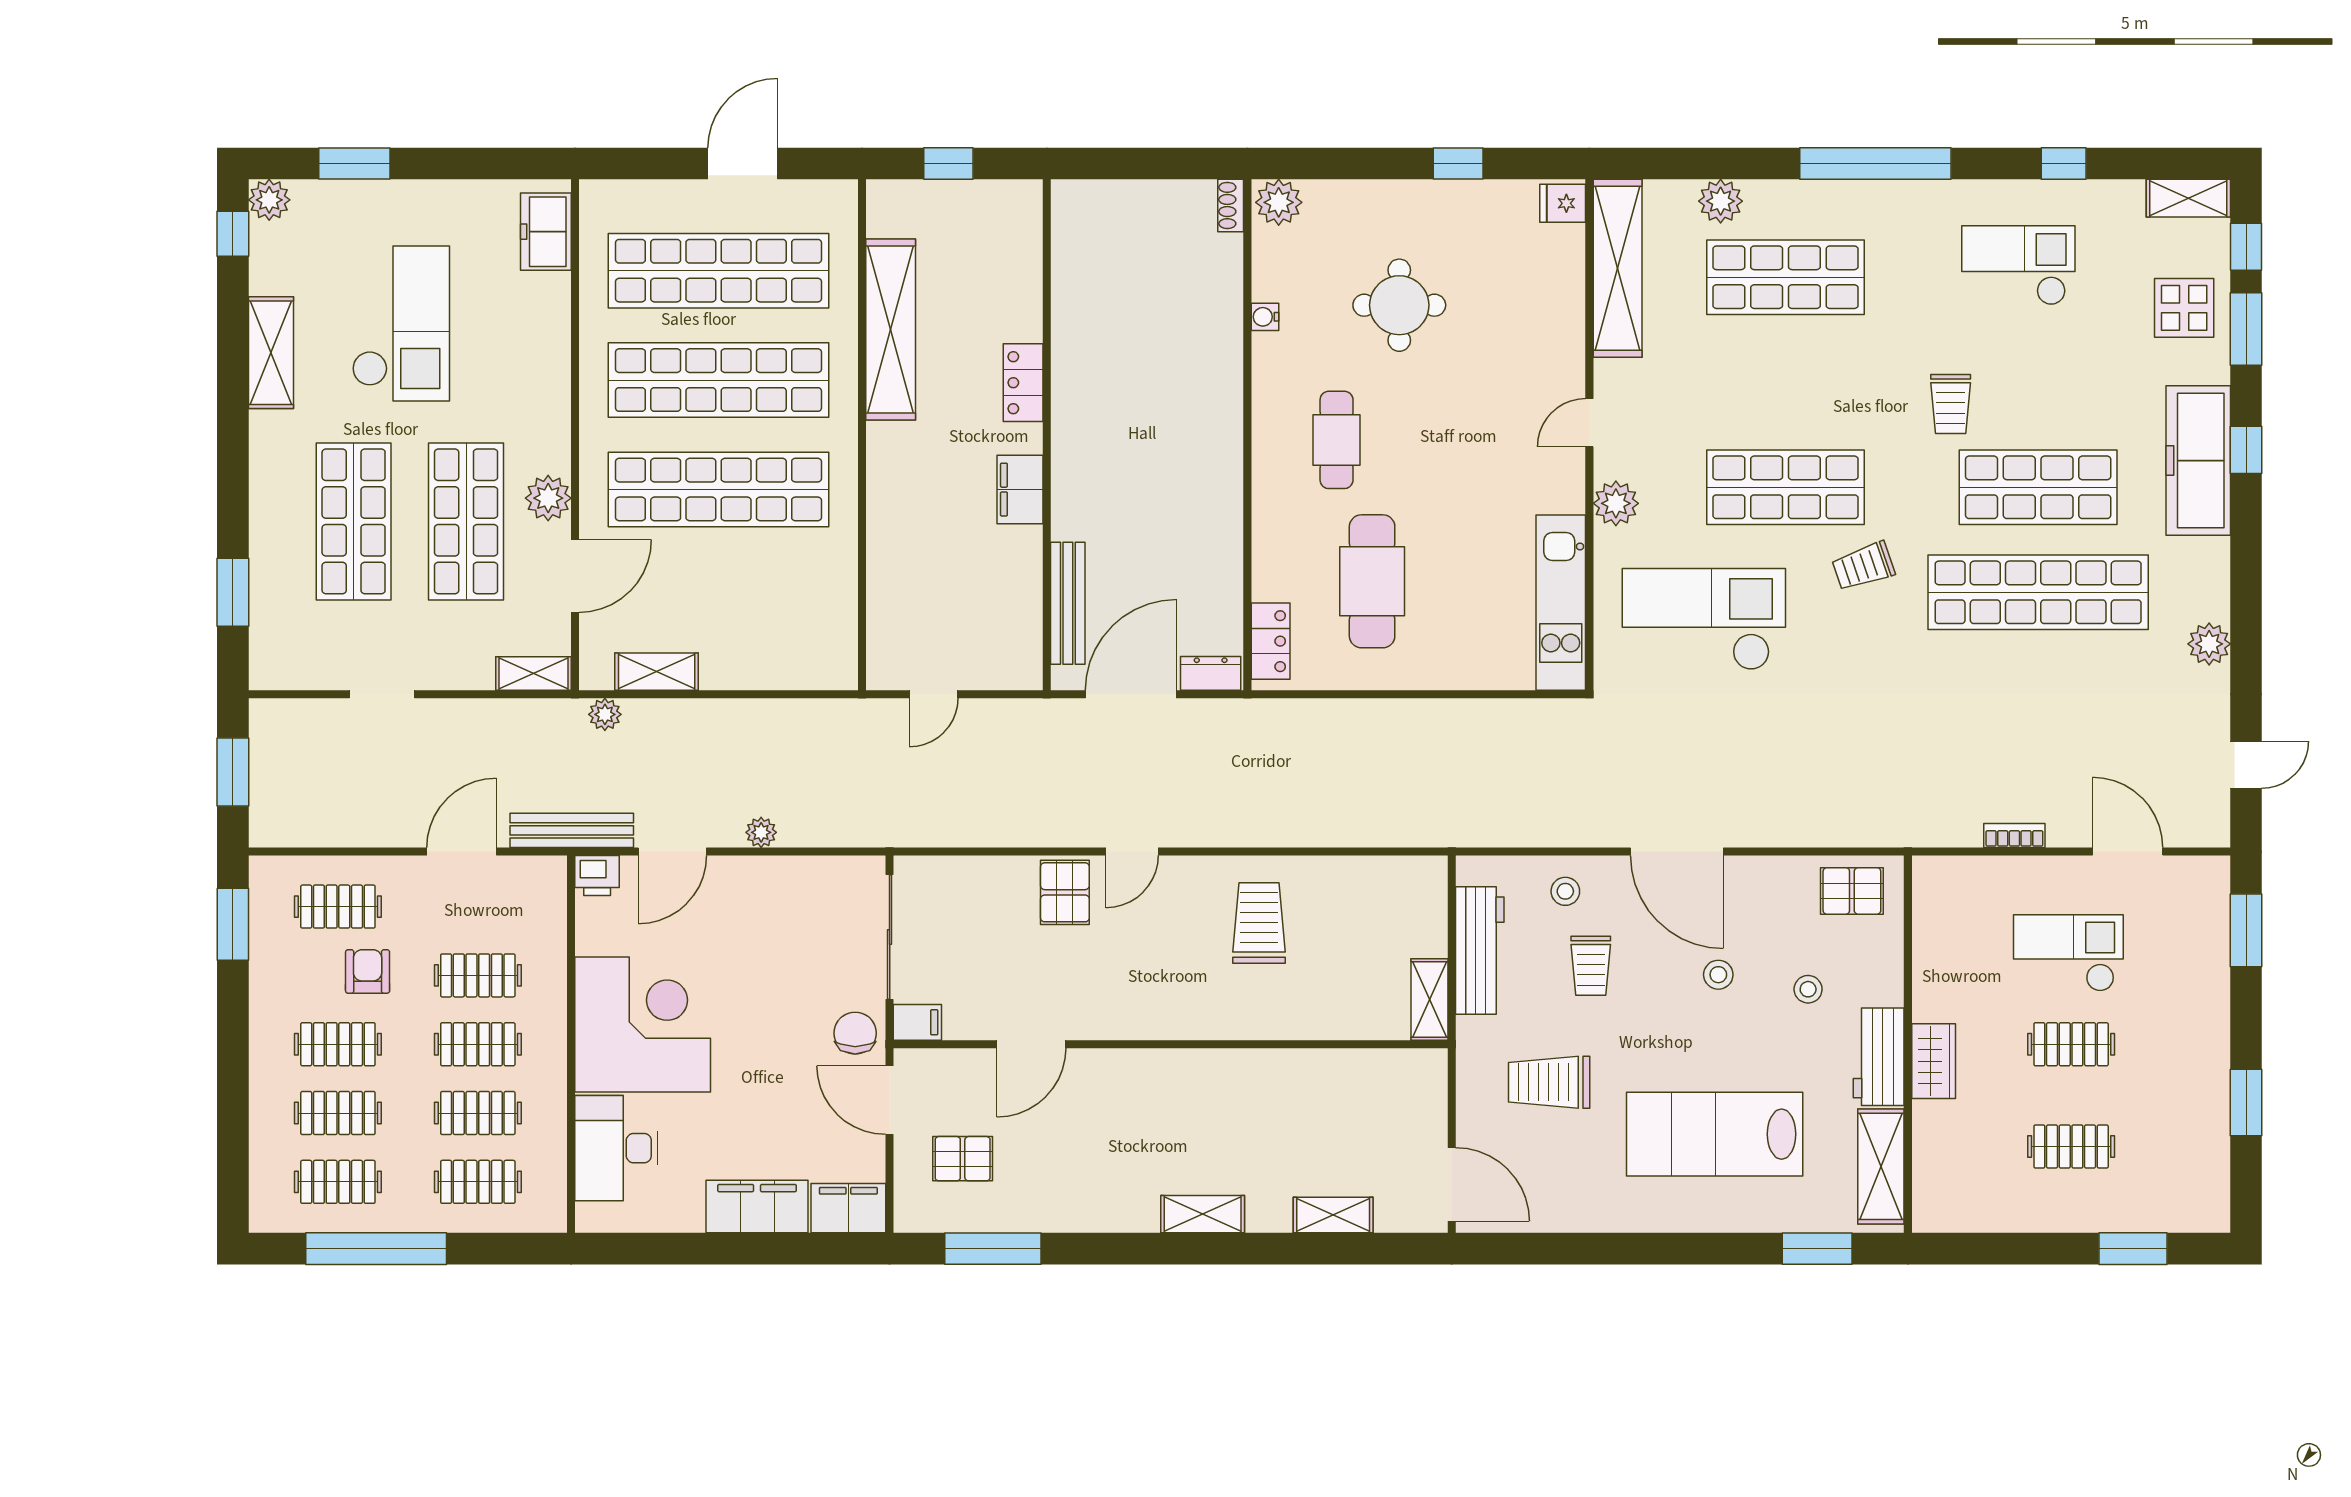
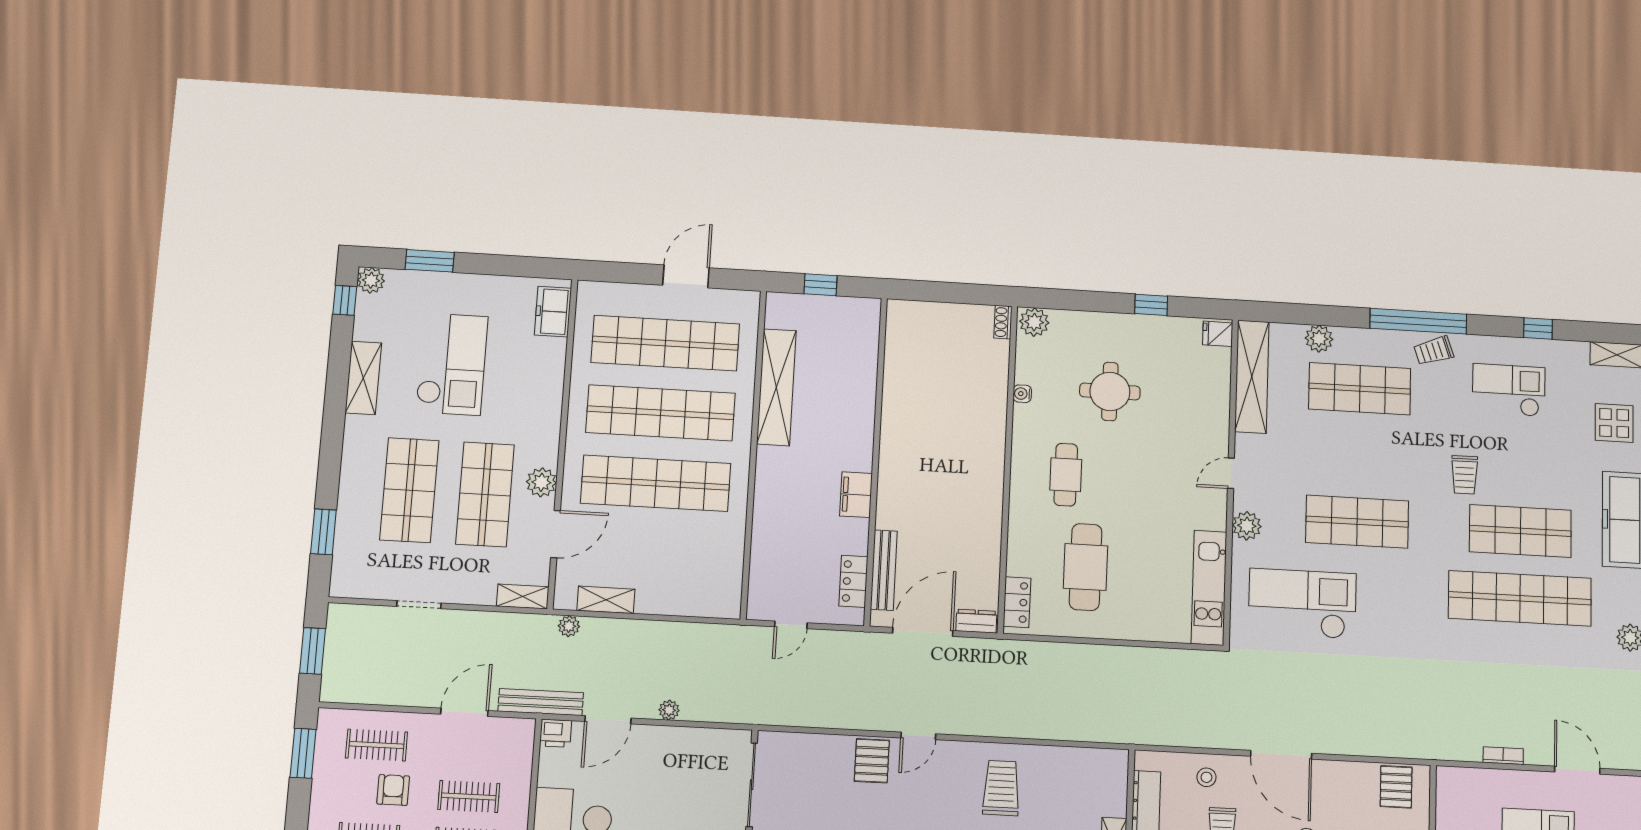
locker: (1023, 383) -> (853, 581), moved
trolley: (1863, 566) -> (1434, 351), moved
pallet: (1852, 891) -> (1396, 787), turned 90

